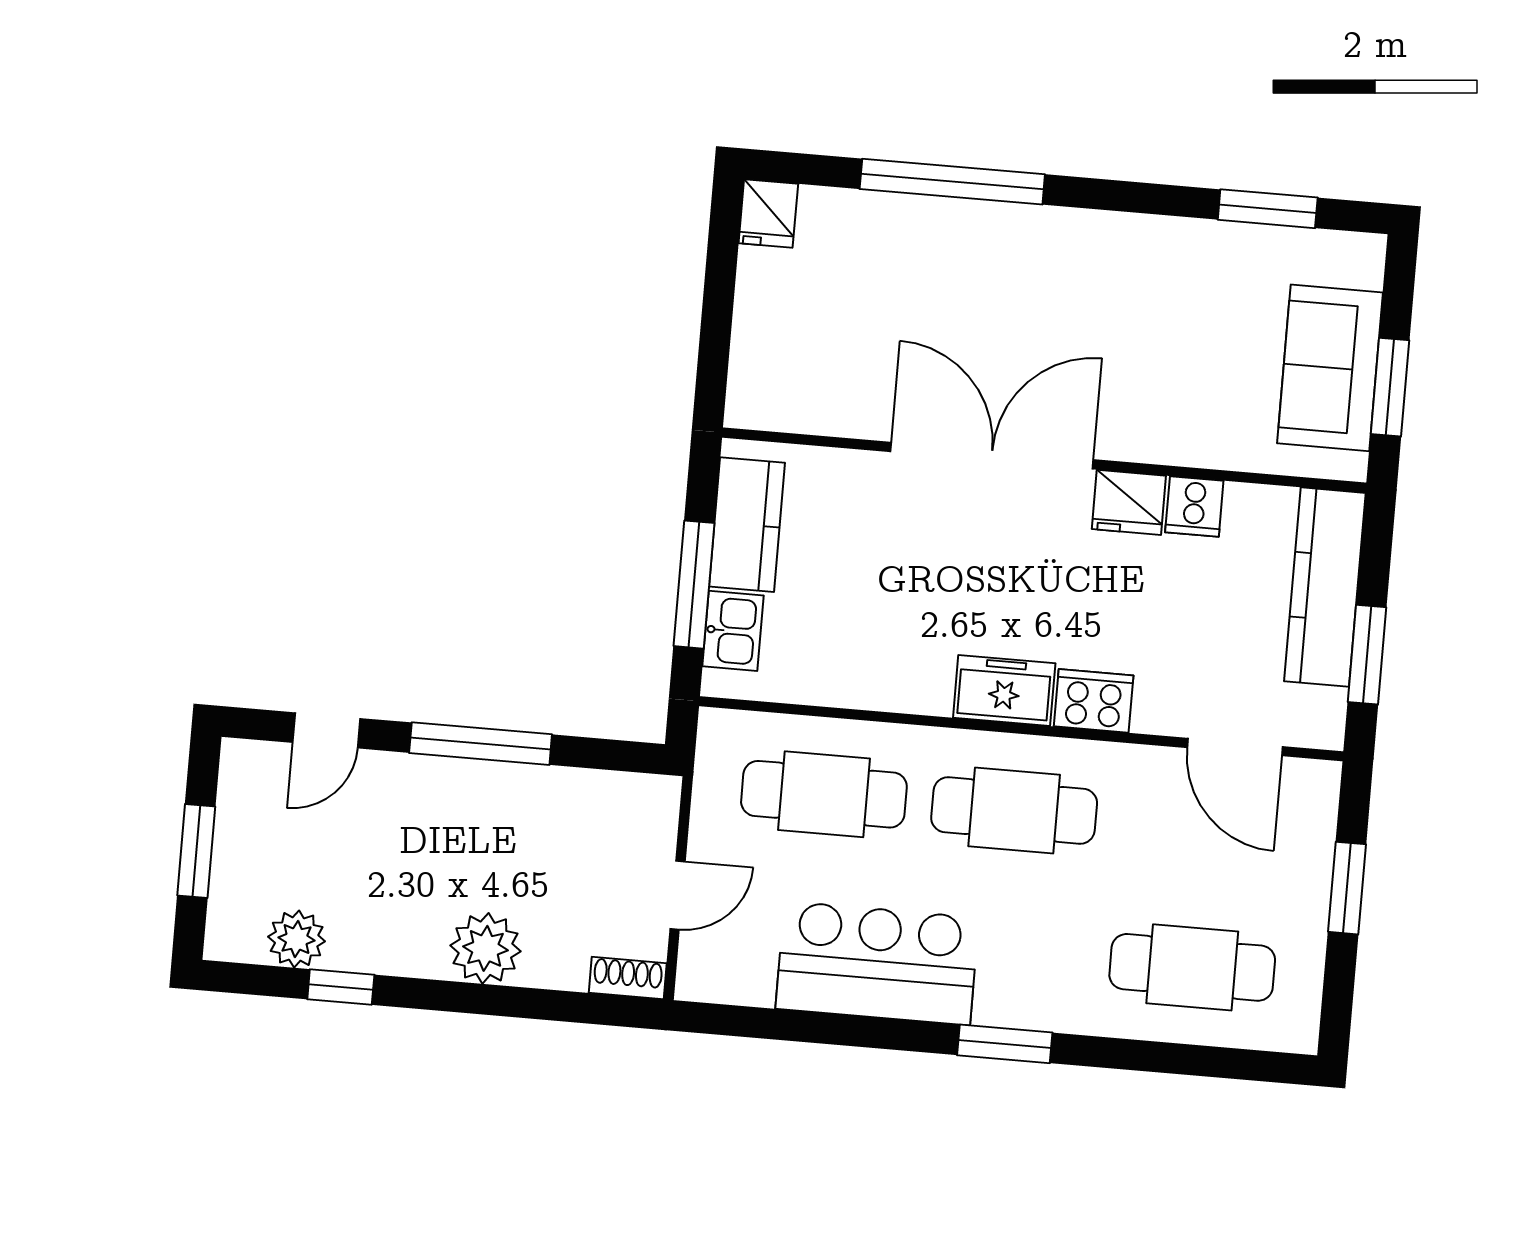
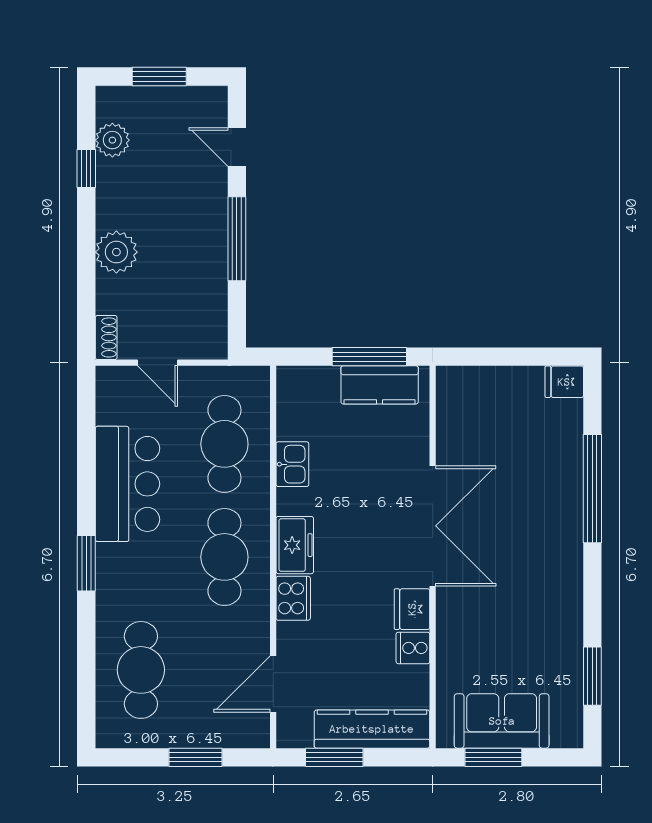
window: (694, 585) -> (369, 357), moved
kitchen sink: (733, 631) -> (292, 464), moved, turned -90

